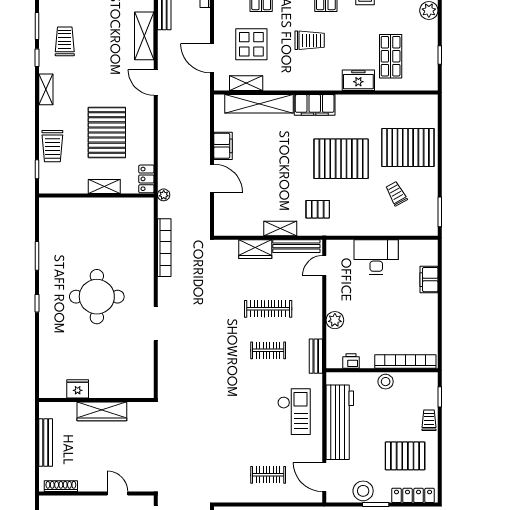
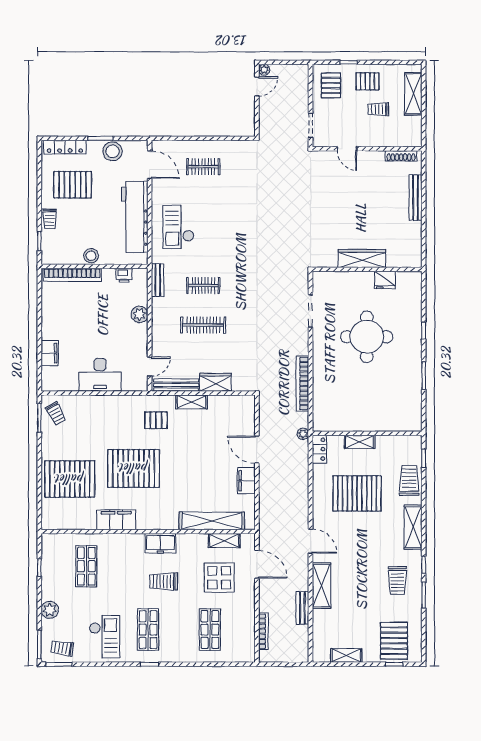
freezer: (358, 80) -> (160, 543), moved
shelving: (46, 89) -> (413, 527), width x1.50, depth x1.33
filing cabinet: (315, 105) -> (116, 520), moved
pallet: (107, 132) -> (357, 493), turned 90
trolley: (396, 194) -> (56, 413), moved
fridge: (78, 389) -> (385, 280), moved
wall: (96, 400) -> (367, 269), moved
wardrobe: (102, 411) -> (362, 259), moved

